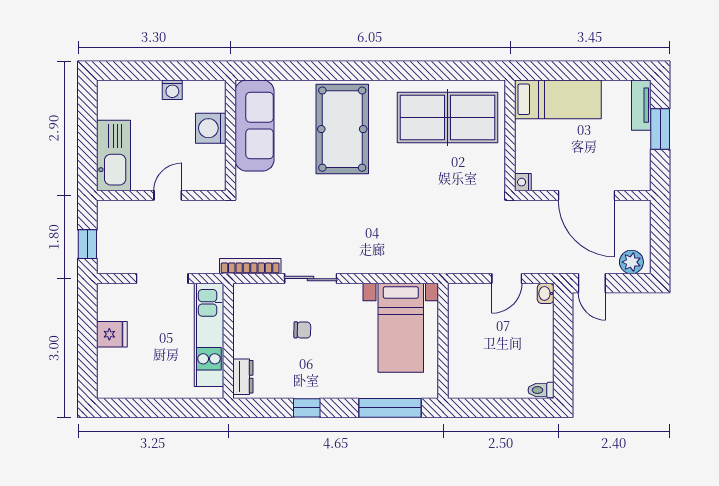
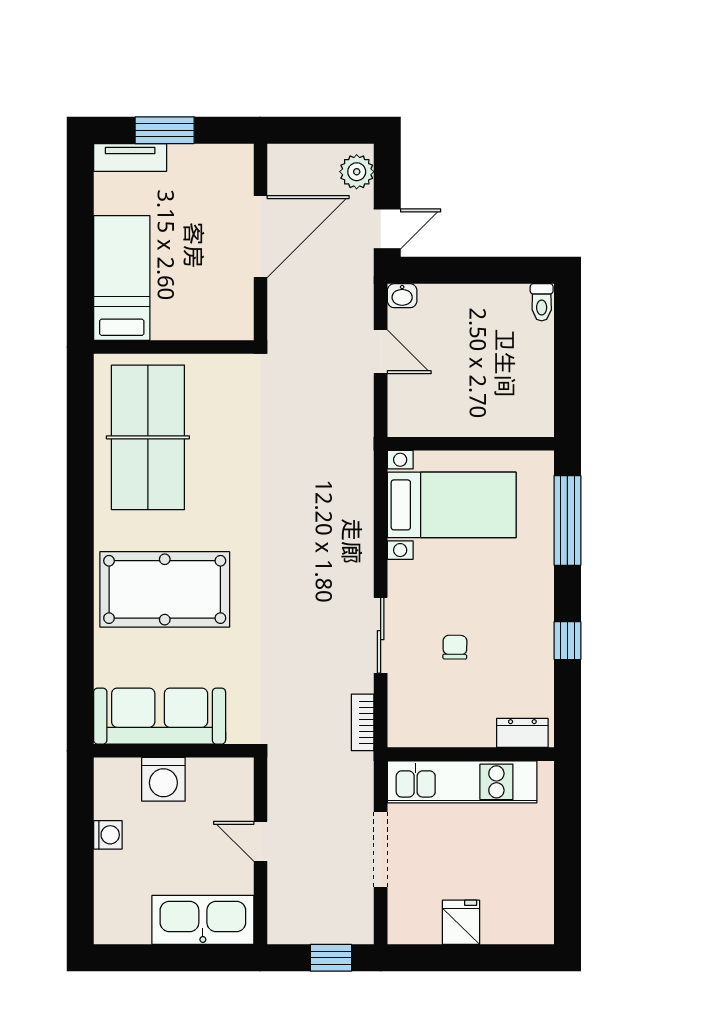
nightstand: (523, 182) -> (241, 329), removed
bookcase: (250, 266) -> (363, 722), width x0.64

